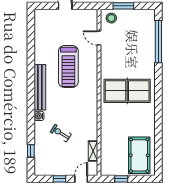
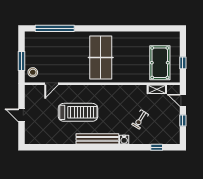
pool table: (139, 155) -> (160, 63), moved, turned 90

